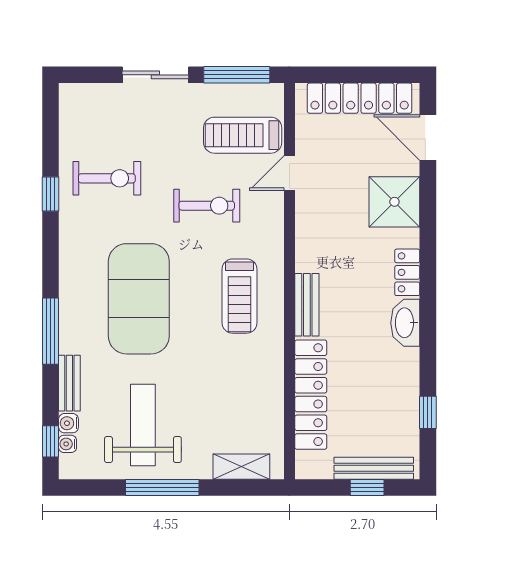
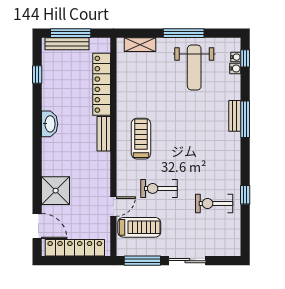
locker: (407, 272) -> (49, 152), removed
exercise mat: (139, 299) -> (197, 137), removed
bench: (69, 383) -> (235, 116), moved
window: (367, 487) -> (71, 33), width x2.17

